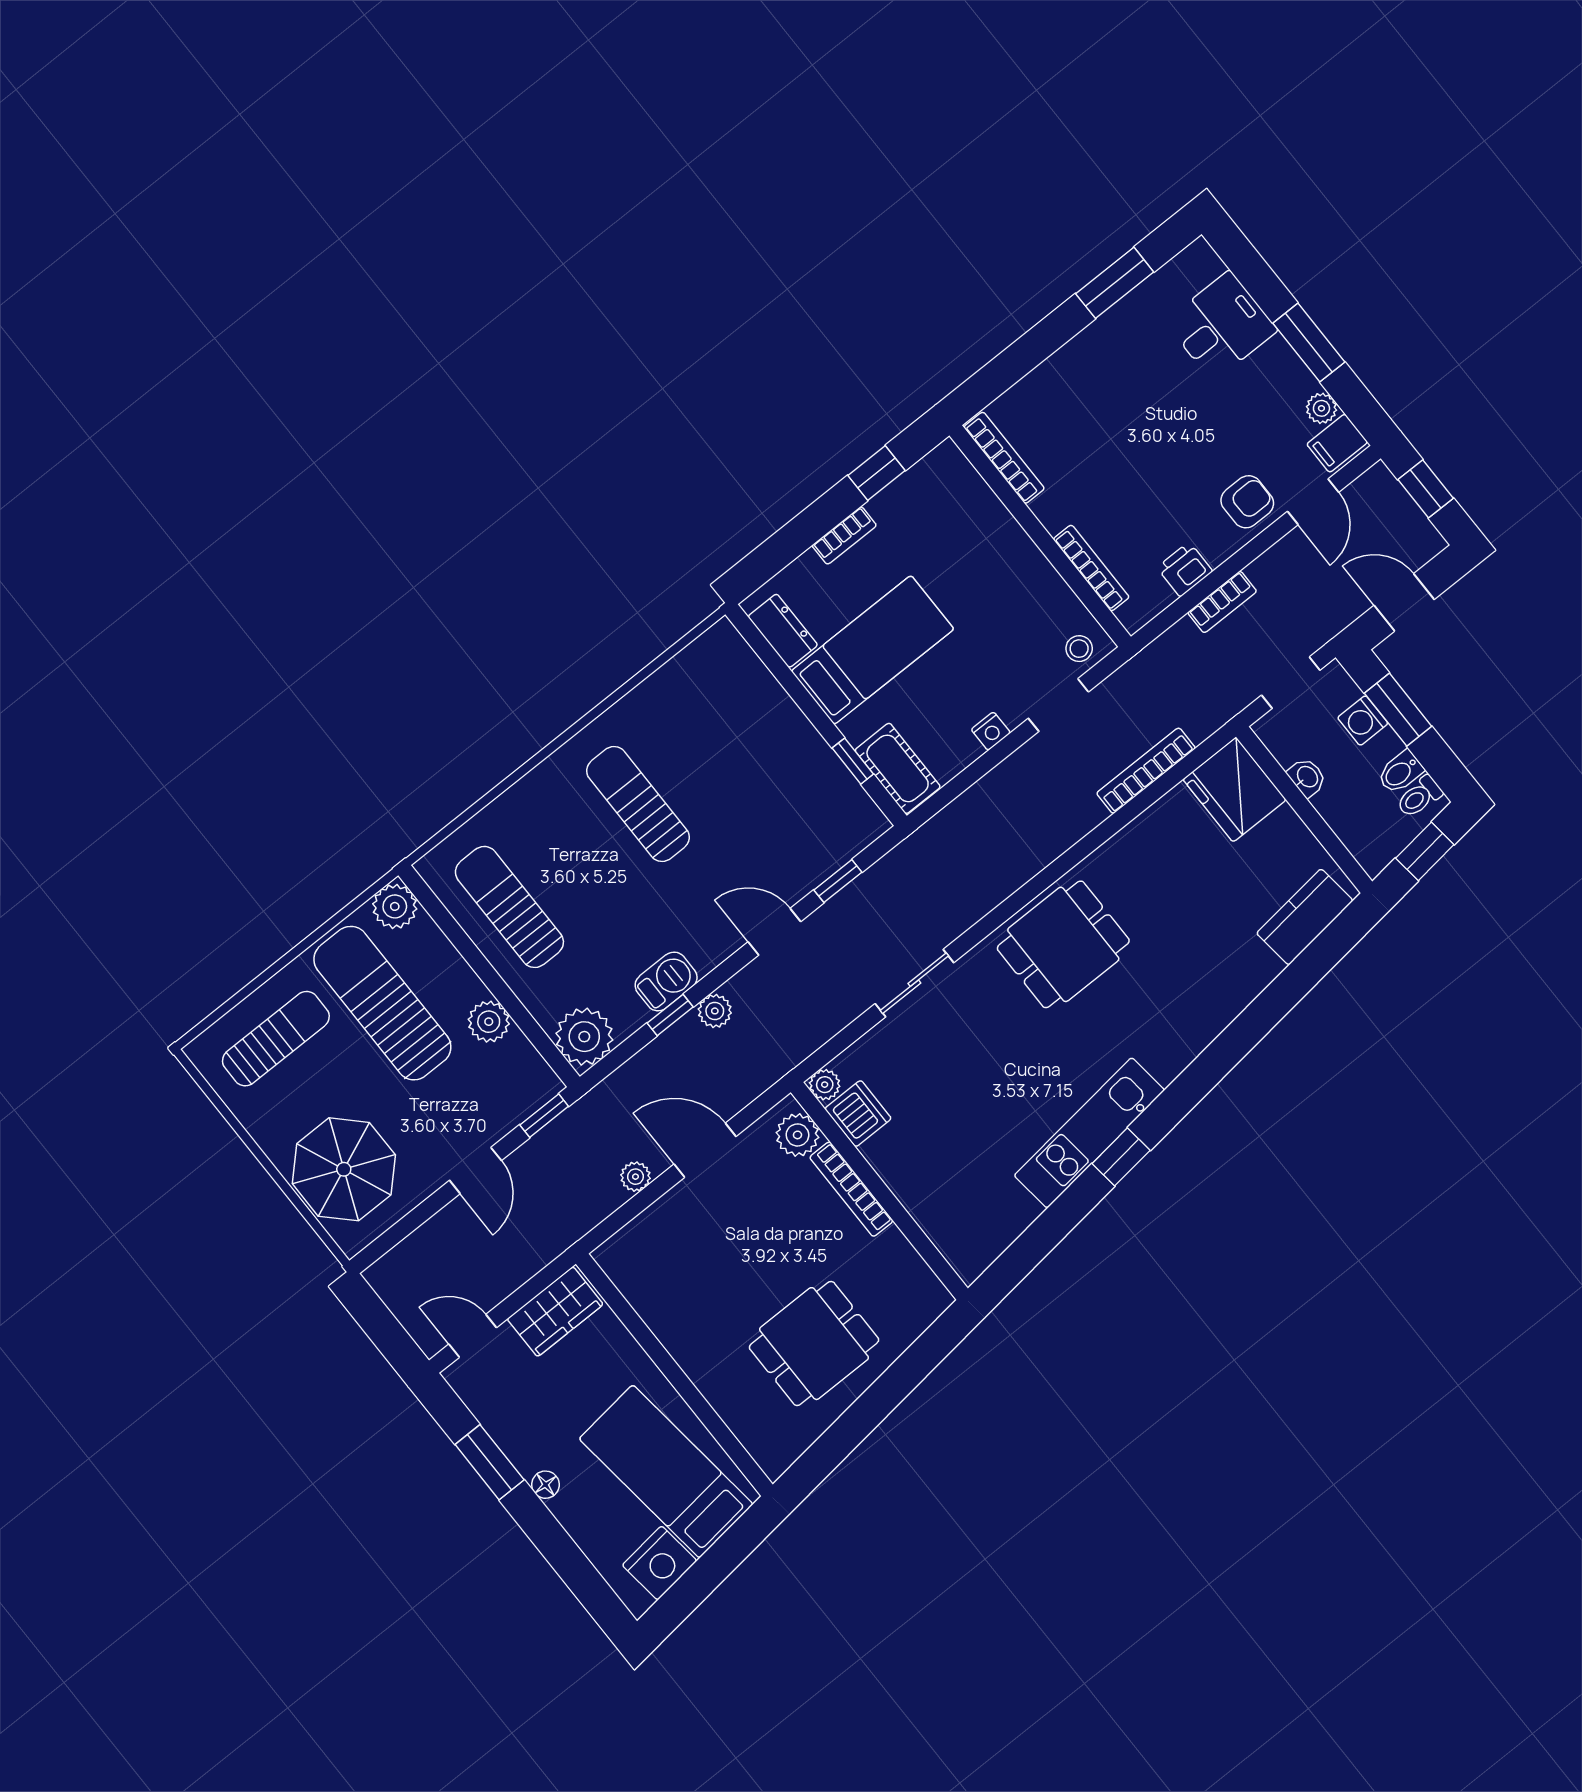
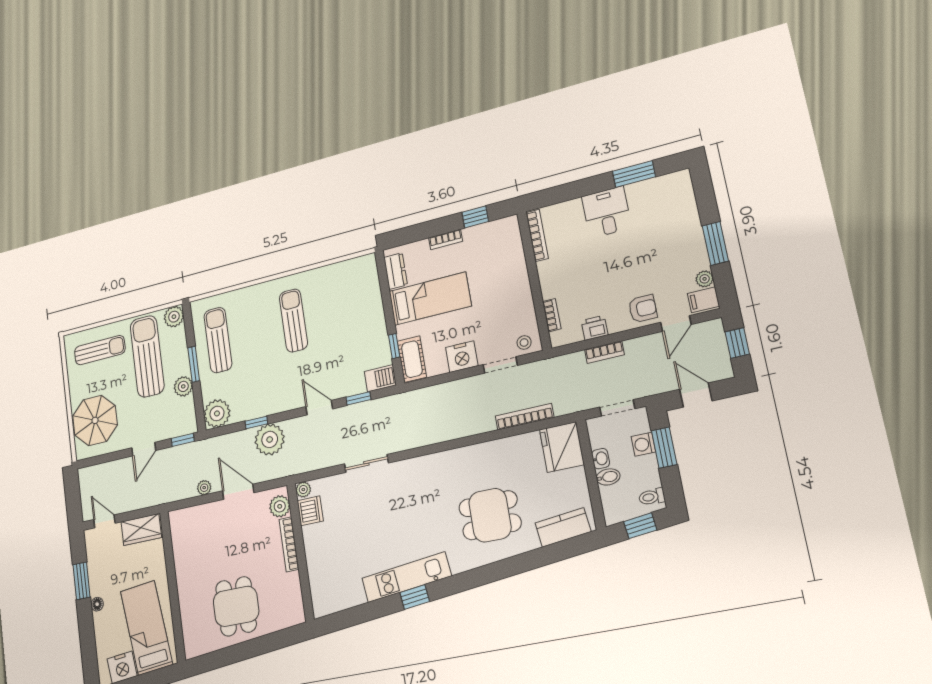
desk: (1221, 326) -> (607, 212), moved, turned -90
bookcase: (1091, 568) -> (552, 315), width x0.64
nightstand: (991, 731) -> (462, 357), width x1.89, depth x1.79
bidet: (1400, 772) -> (608, 477), moved, turned 180
dining table: (1063, 944) -> (490, 515), moved
window: (486, 973) -> (194, 364), added
barbecue: (666, 981) -> (380, 378), moved
plant: (715, 1011) -> (270, 439), width x1.88, depth x1.88
dining table: (814, 1344) -> (236, 606), turned 90

